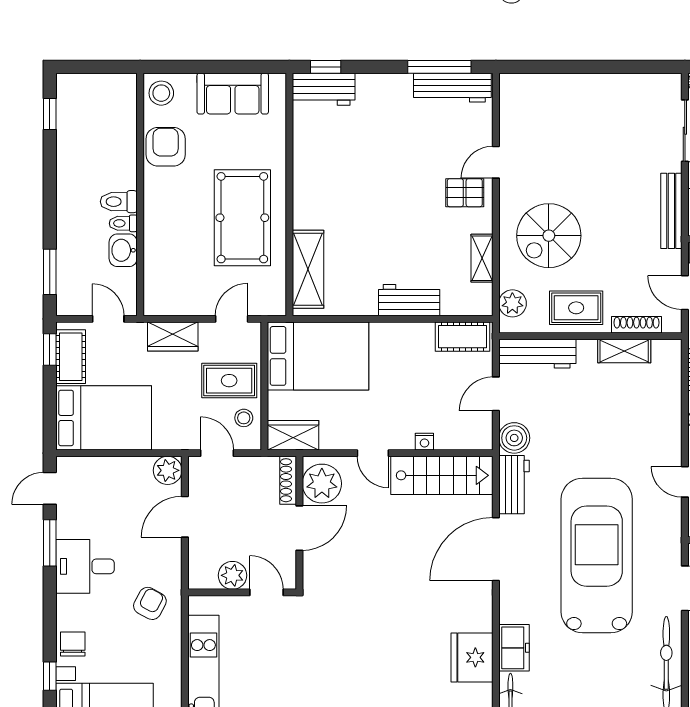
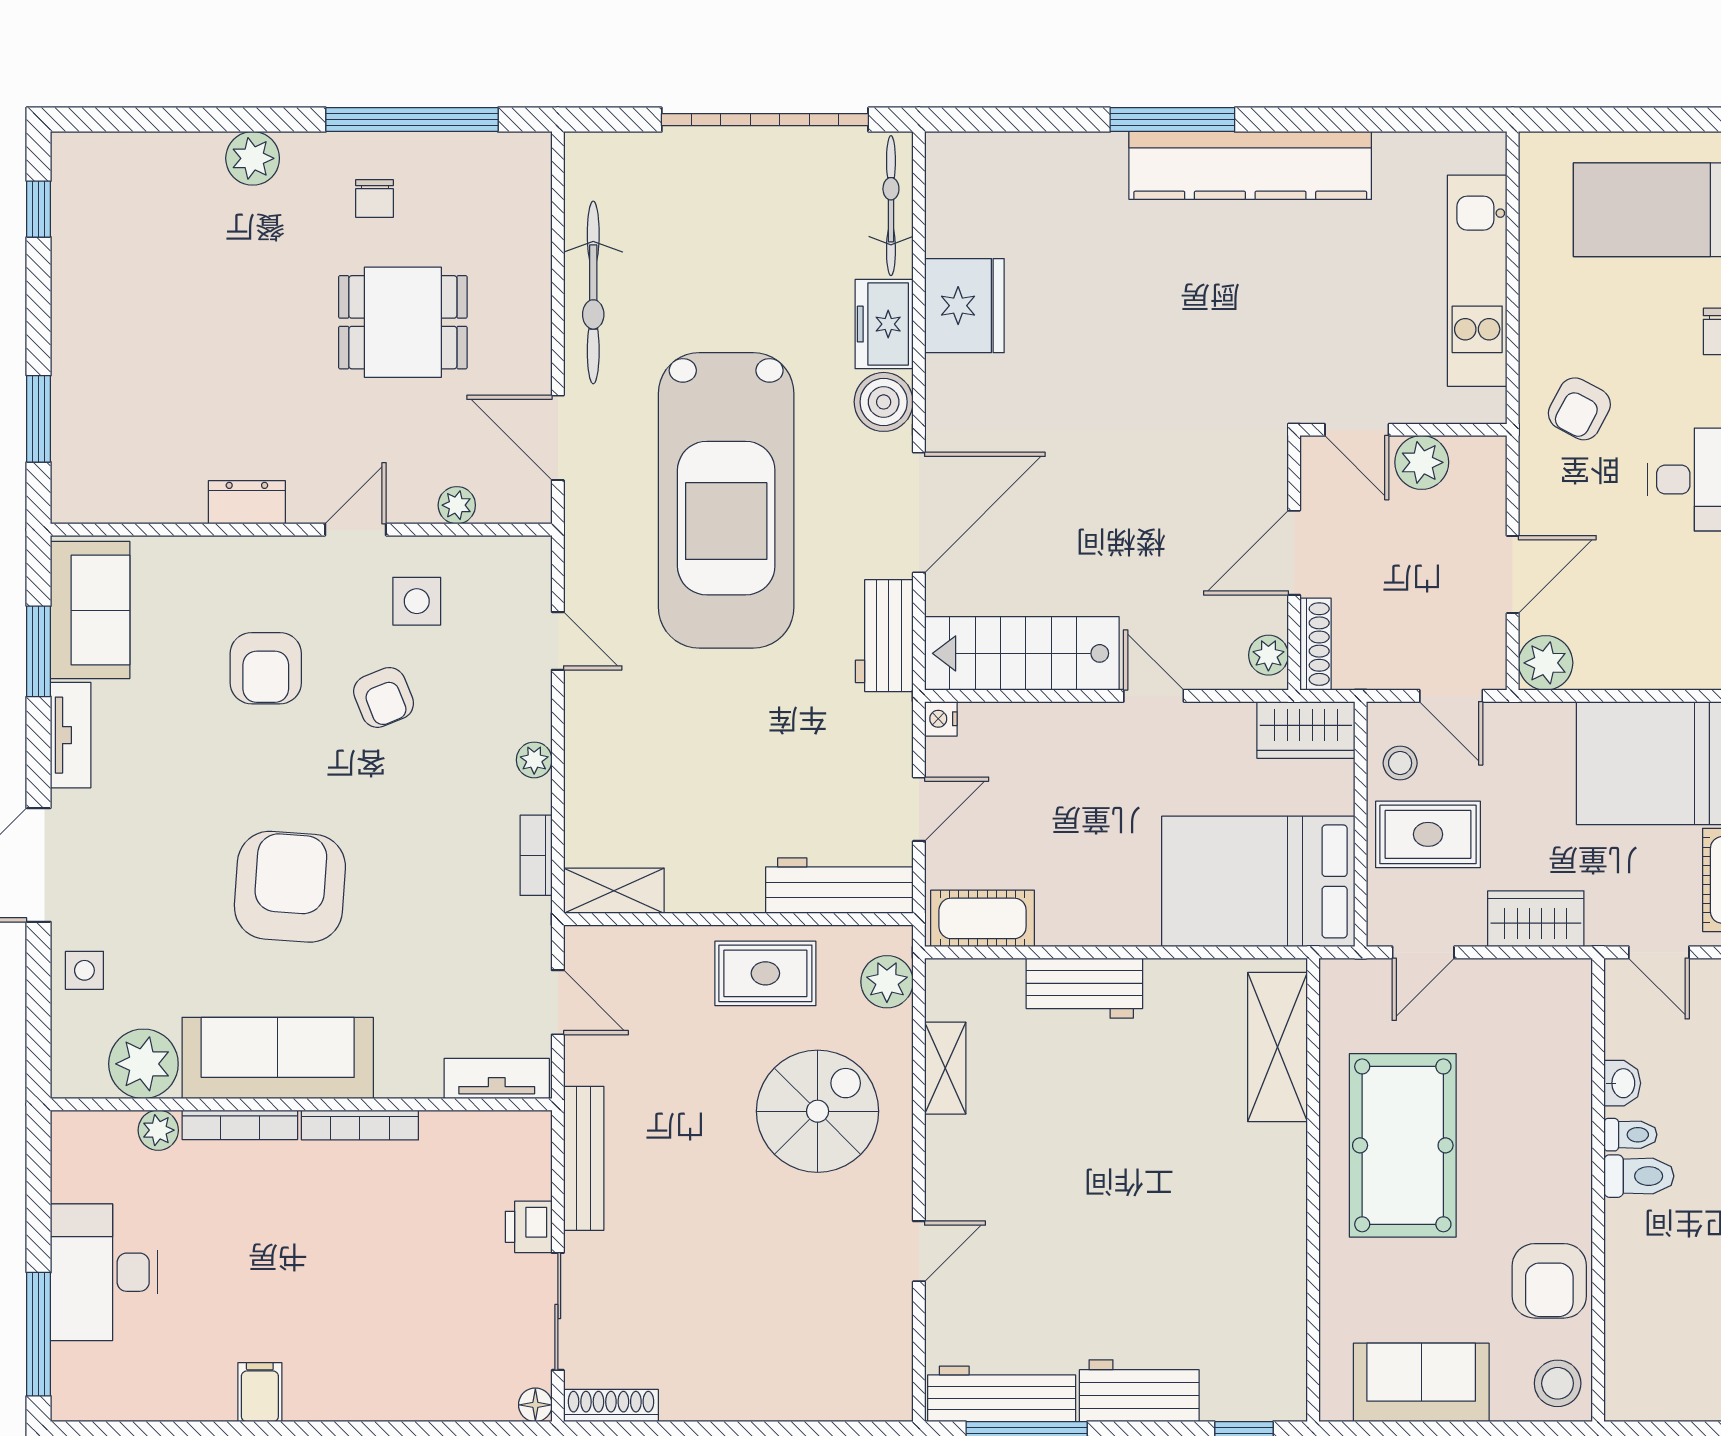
workbench: (324, 89) -> (1139, 1391), moved
pallet: (465, 193) -> (978, 1193), removed
washbasin: (123, 250) -> (1622, 1083), width x0.72, depth x0.69
shoe rack: (636, 325) -> (611, 1406), moved, turned 180
shelving: (624, 351) -> (614, 891), moved
boiler: (514, 438) -> (884, 402), moved
nightstand: (424, 442) -> (941, 719), moved, turned -90
plant: (322, 484) -> (1268, 655), width x0.53, depth x0.53

